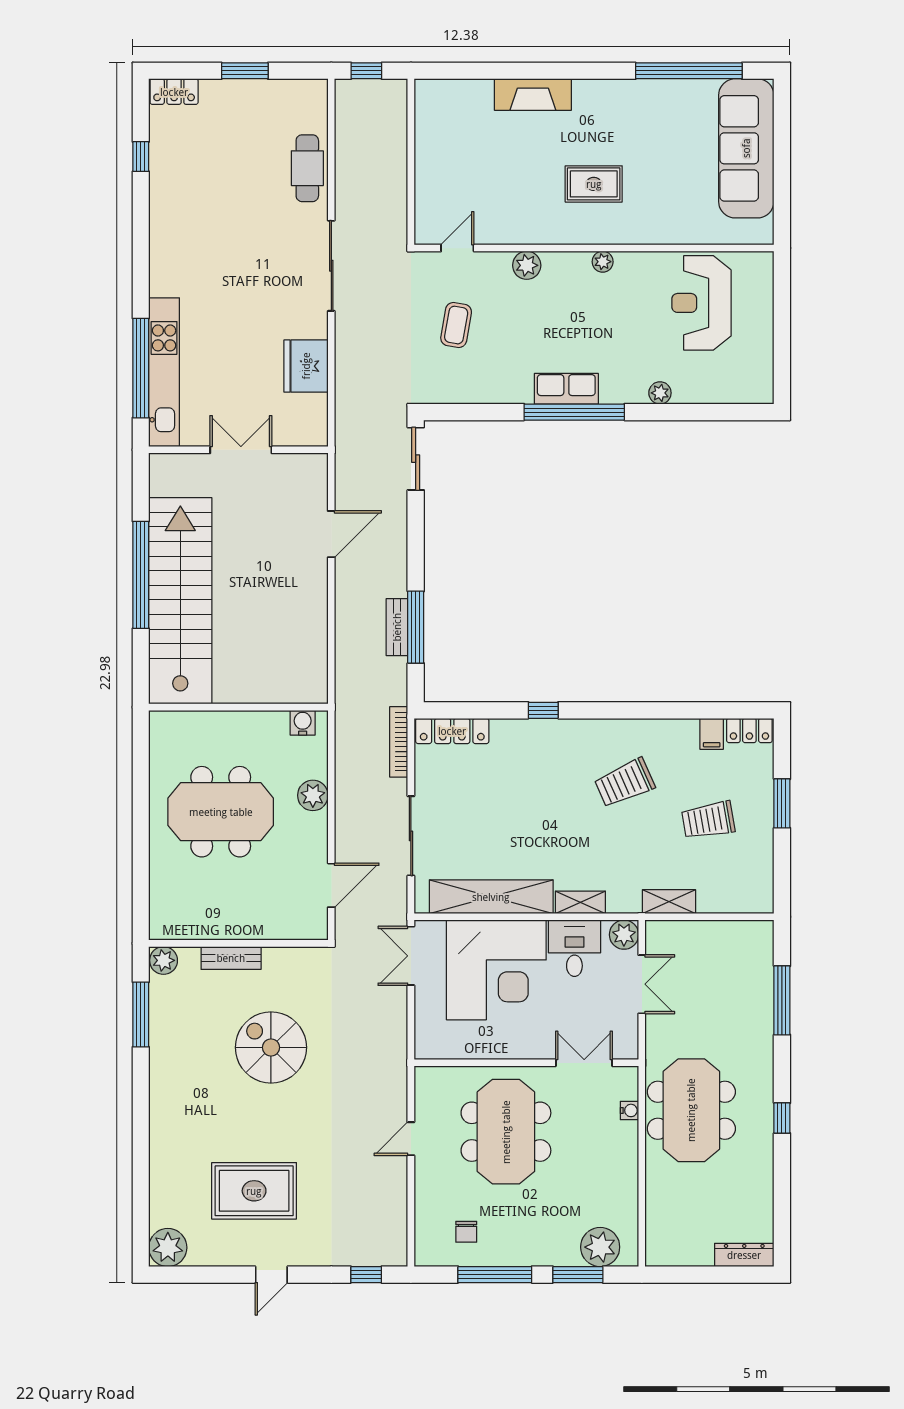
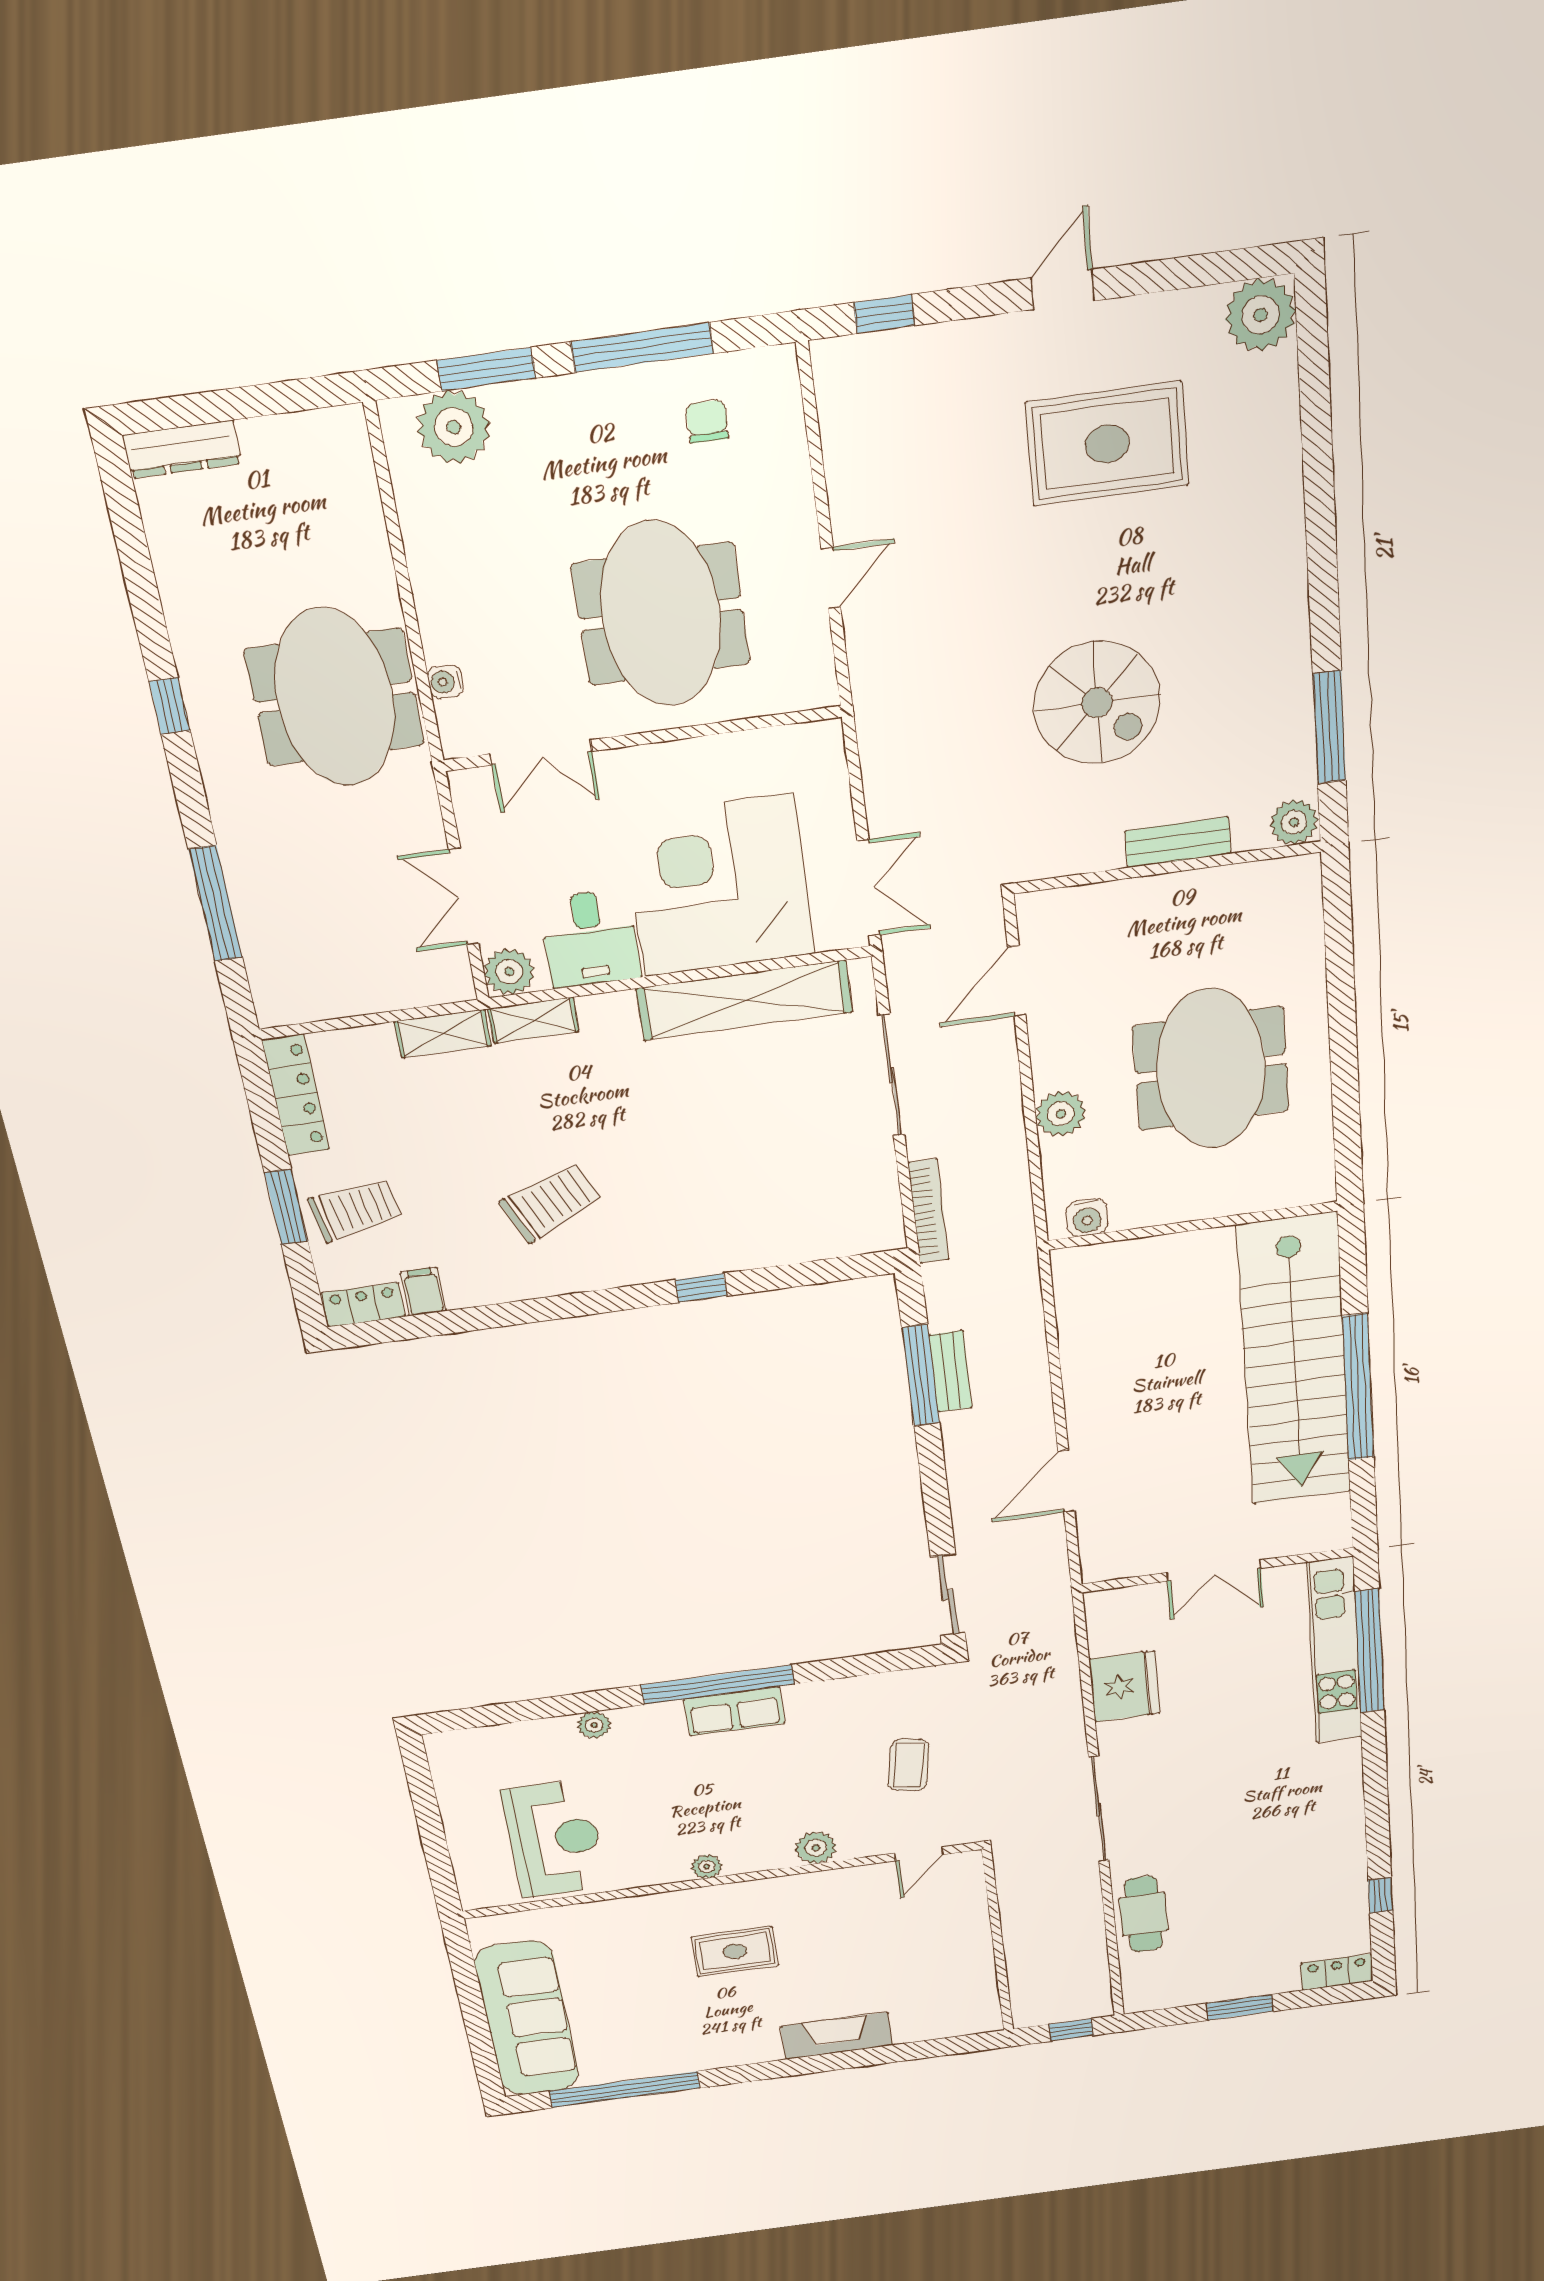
locker: (452, 731) -> (296, 1095), moved, turned 90
meeting table: (221, 812) -> (1211, 1069), turned 90
trolley: (708, 820) -> (355, 1209), moved
shelving: (580, 902) -> (533, 1020), moved

